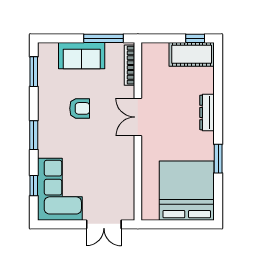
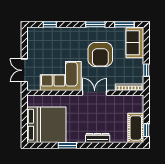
window: (104, 38) -> (146, 70), width x0.46
sofa: (82, 56) -> (135, 43), moved
armchair: (80, 108) -> (100, 54), width x1.88, depth x1.88
window: (34, 135) -> (95, 24), moved
corner sofa: (60, 189) -> (61, 76), moved, turned 180

